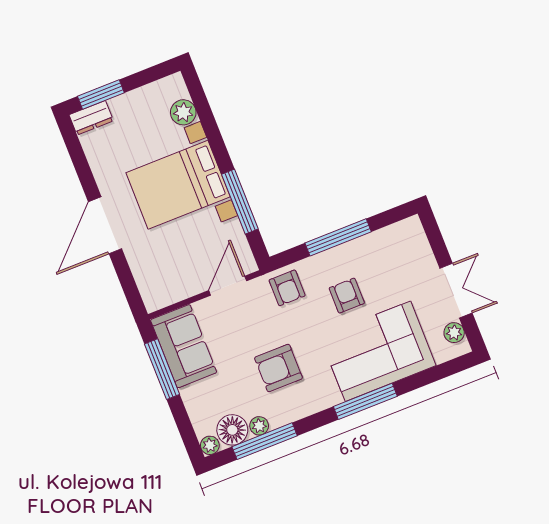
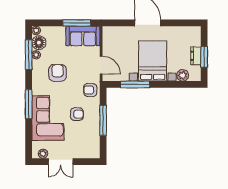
window: (101, 94) -> (204, 57), moved
dresser: (91, 118) -> (196, 56), moved

